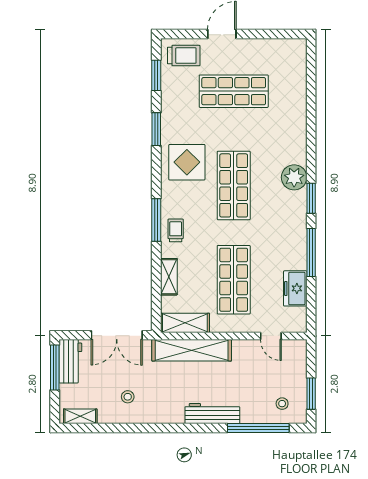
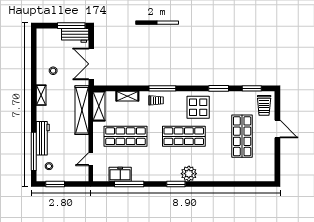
window: (311, 253) -> (129, 184), moved
workbench: (212, 413) -> (43, 138), moved
shelving: (80, 416) -> (41, 95), moved

